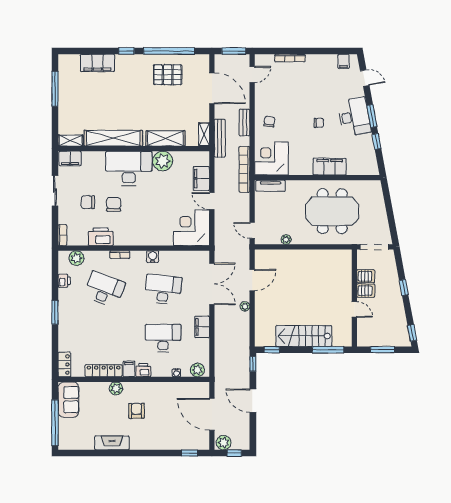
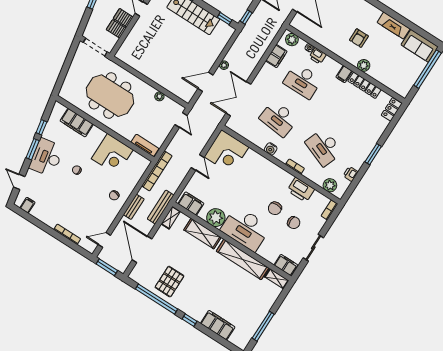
pallet: (168, 75) -> (169, 282), turned 90
corner desk: (271, 158) -> (112, 154), moved
filing cabinet: (330, 167) -> (77, 123), moved
filing cabinet: (201, 179) -> (191, 204), moved, turned -90
filing cabinet: (202, 327) -> (276, 56), moved
printer: (143, 370) -> (318, 56), moved
sofa: (68, 400) -> (420, 46), moved, turned -90

